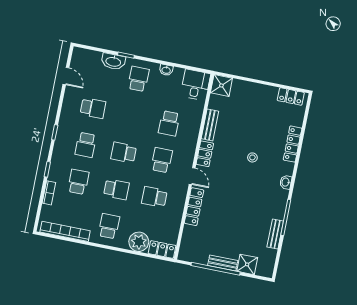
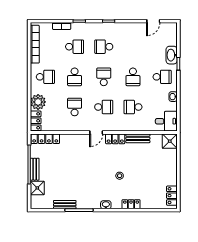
school desk: (93, 108) -> (133, 77), moved
locker: (293, 144) -> (131, 204), width x0.66
locker: (194, 207) -> (45, 139), moved

